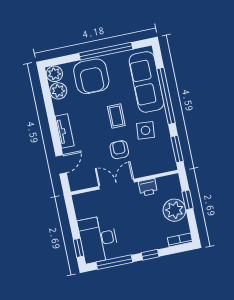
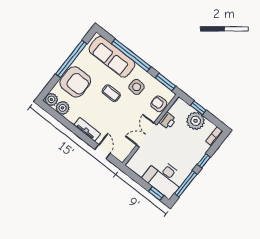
armchair: (119, 150) -> (159, 104), moved

